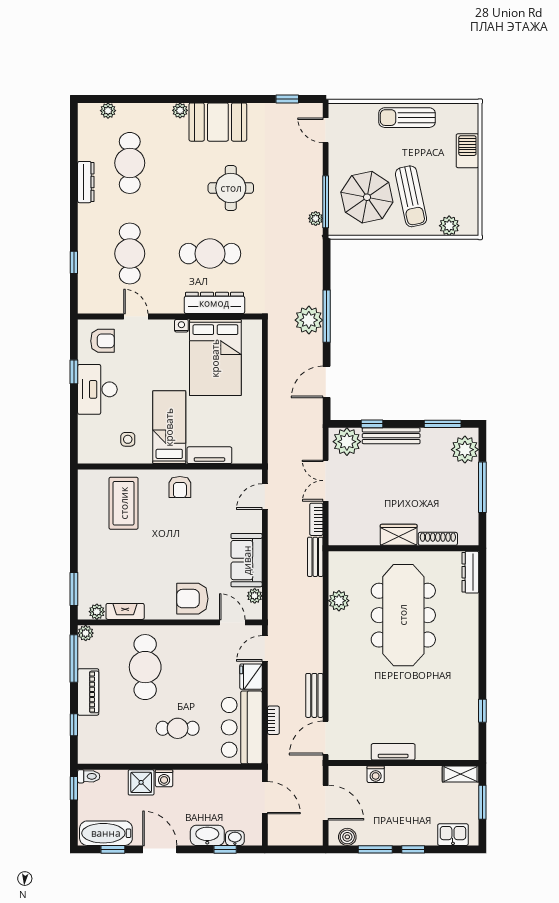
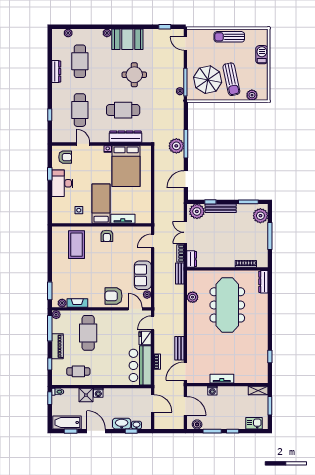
dresser: (337, 530) -> (192, 259), added
wardrobe: (399, 535) -> (225, 262), removed
cafe table: (178, 728) -> (78, 371), moved

